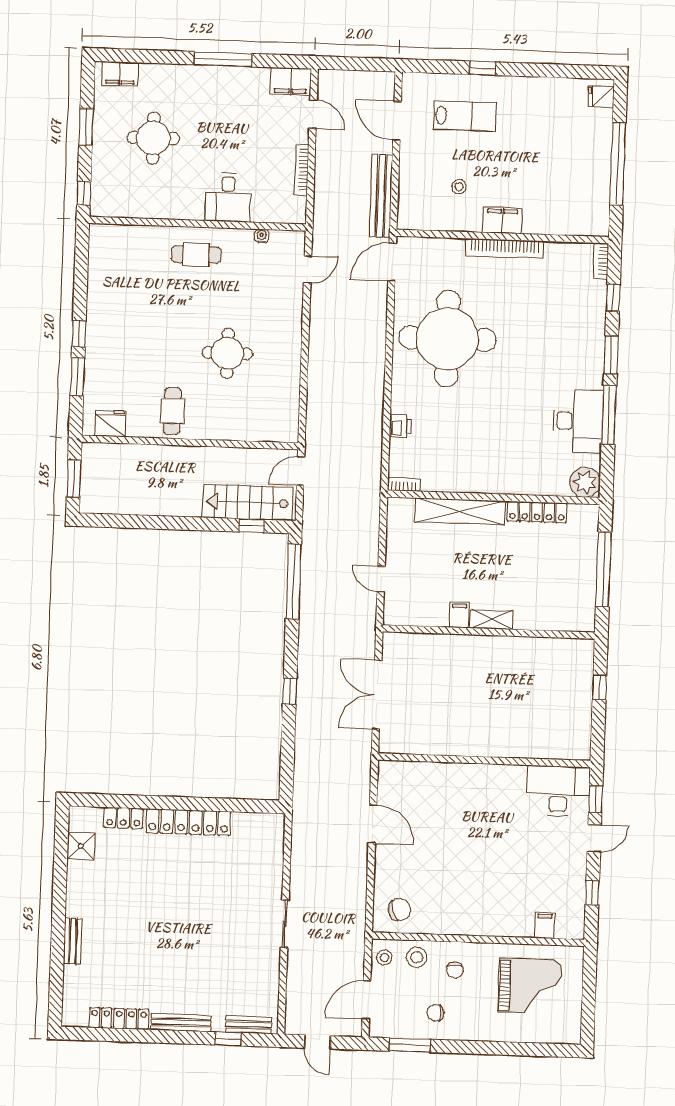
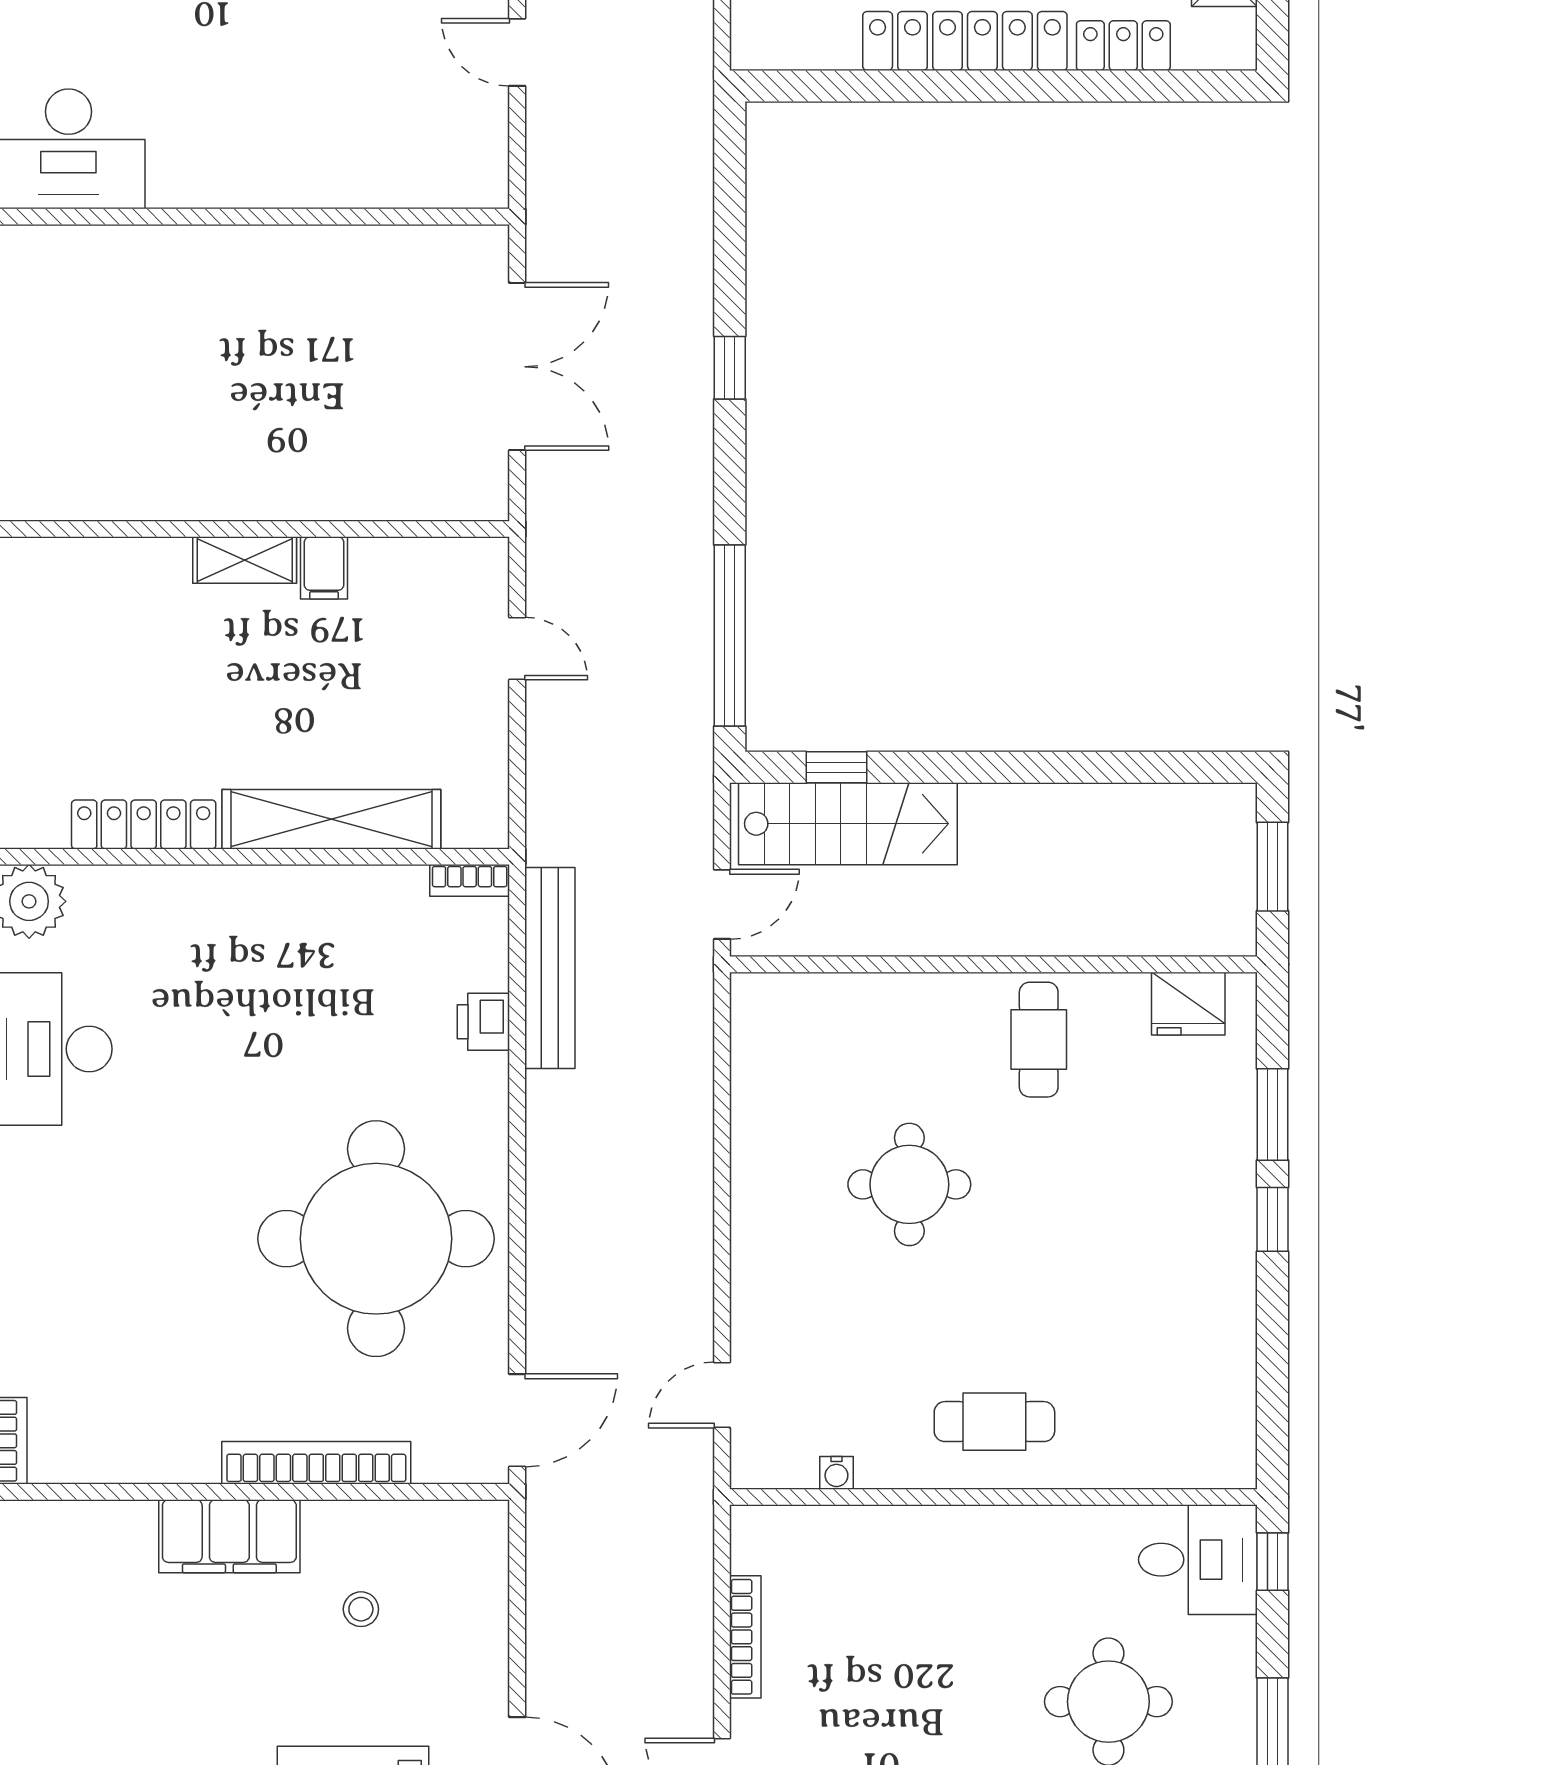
bench: (381, 196) -> (550, 968), moved
desk: (228, 197) -> (1198, 1560), moved, turned 90
filing cabinet: (502, 220) -> (229, 1536), width x1.50, depth x1.17
bookcase: (505, 248) -> (316, 1463), moved
door: (372, 824) -> (517, 52), width x0.73

